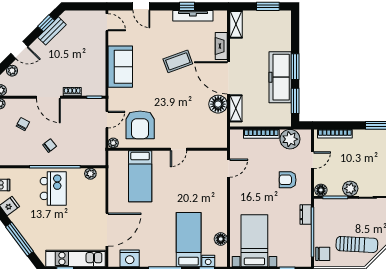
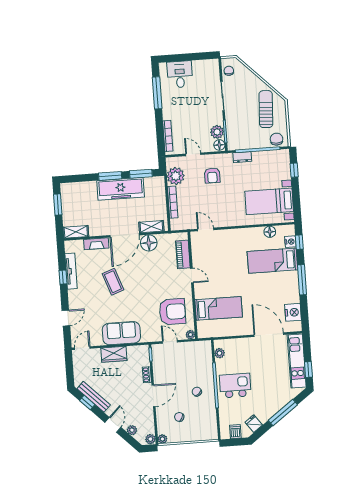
bench: (52, 31) -> (94, 397), width x1.36
wardrobe: (97, 57) -> (114, 354), added
piano: (203, 141) -> (183, 254), added
plant: (350, 189) -> (217, 132), moved

